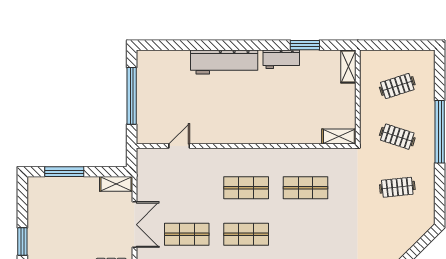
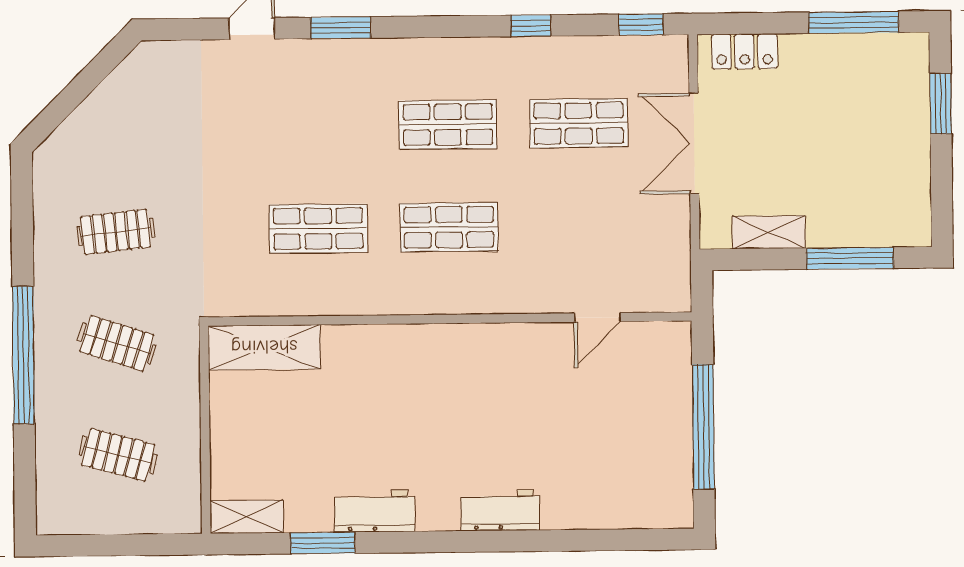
workbench: (224, 62) -> (500, 510), width x0.53, depth x0.76
shelving: (348, 66) -> (247, 517), moved, turned 90
clothes rail: (397, 86) -> (118, 455), turned 33
shelving: (339, 137) -> (264, 347), width x1.50, depth x1.33
shelving: (116, 184) -> (769, 232), moved

